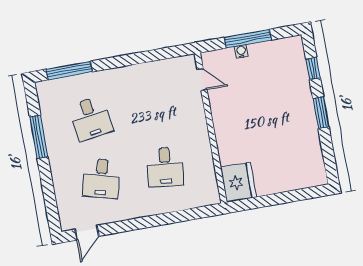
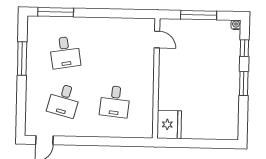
water cooler: (241, 51) -> (236, 25), moved

